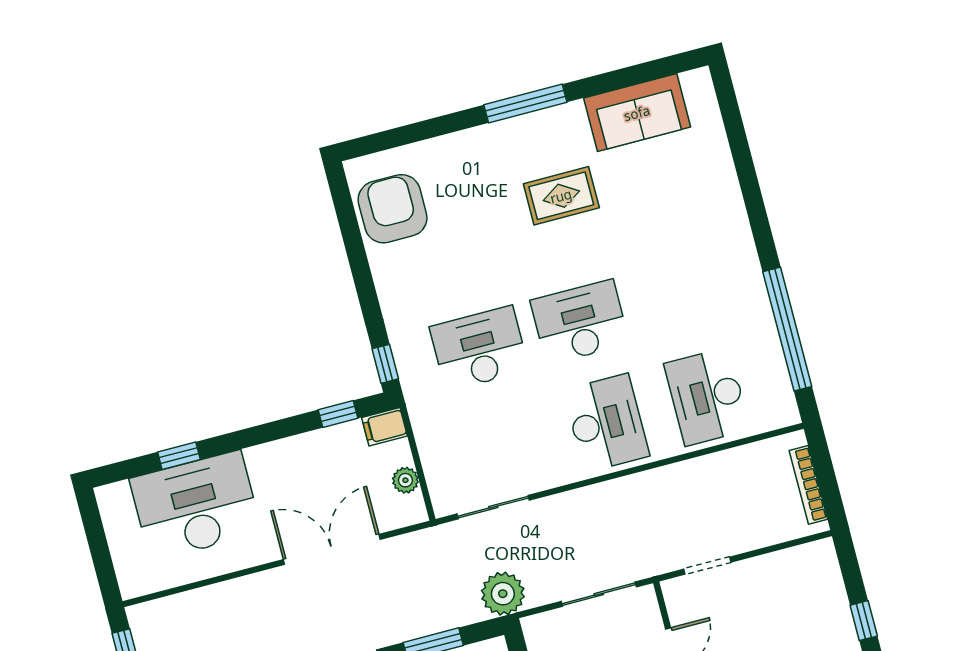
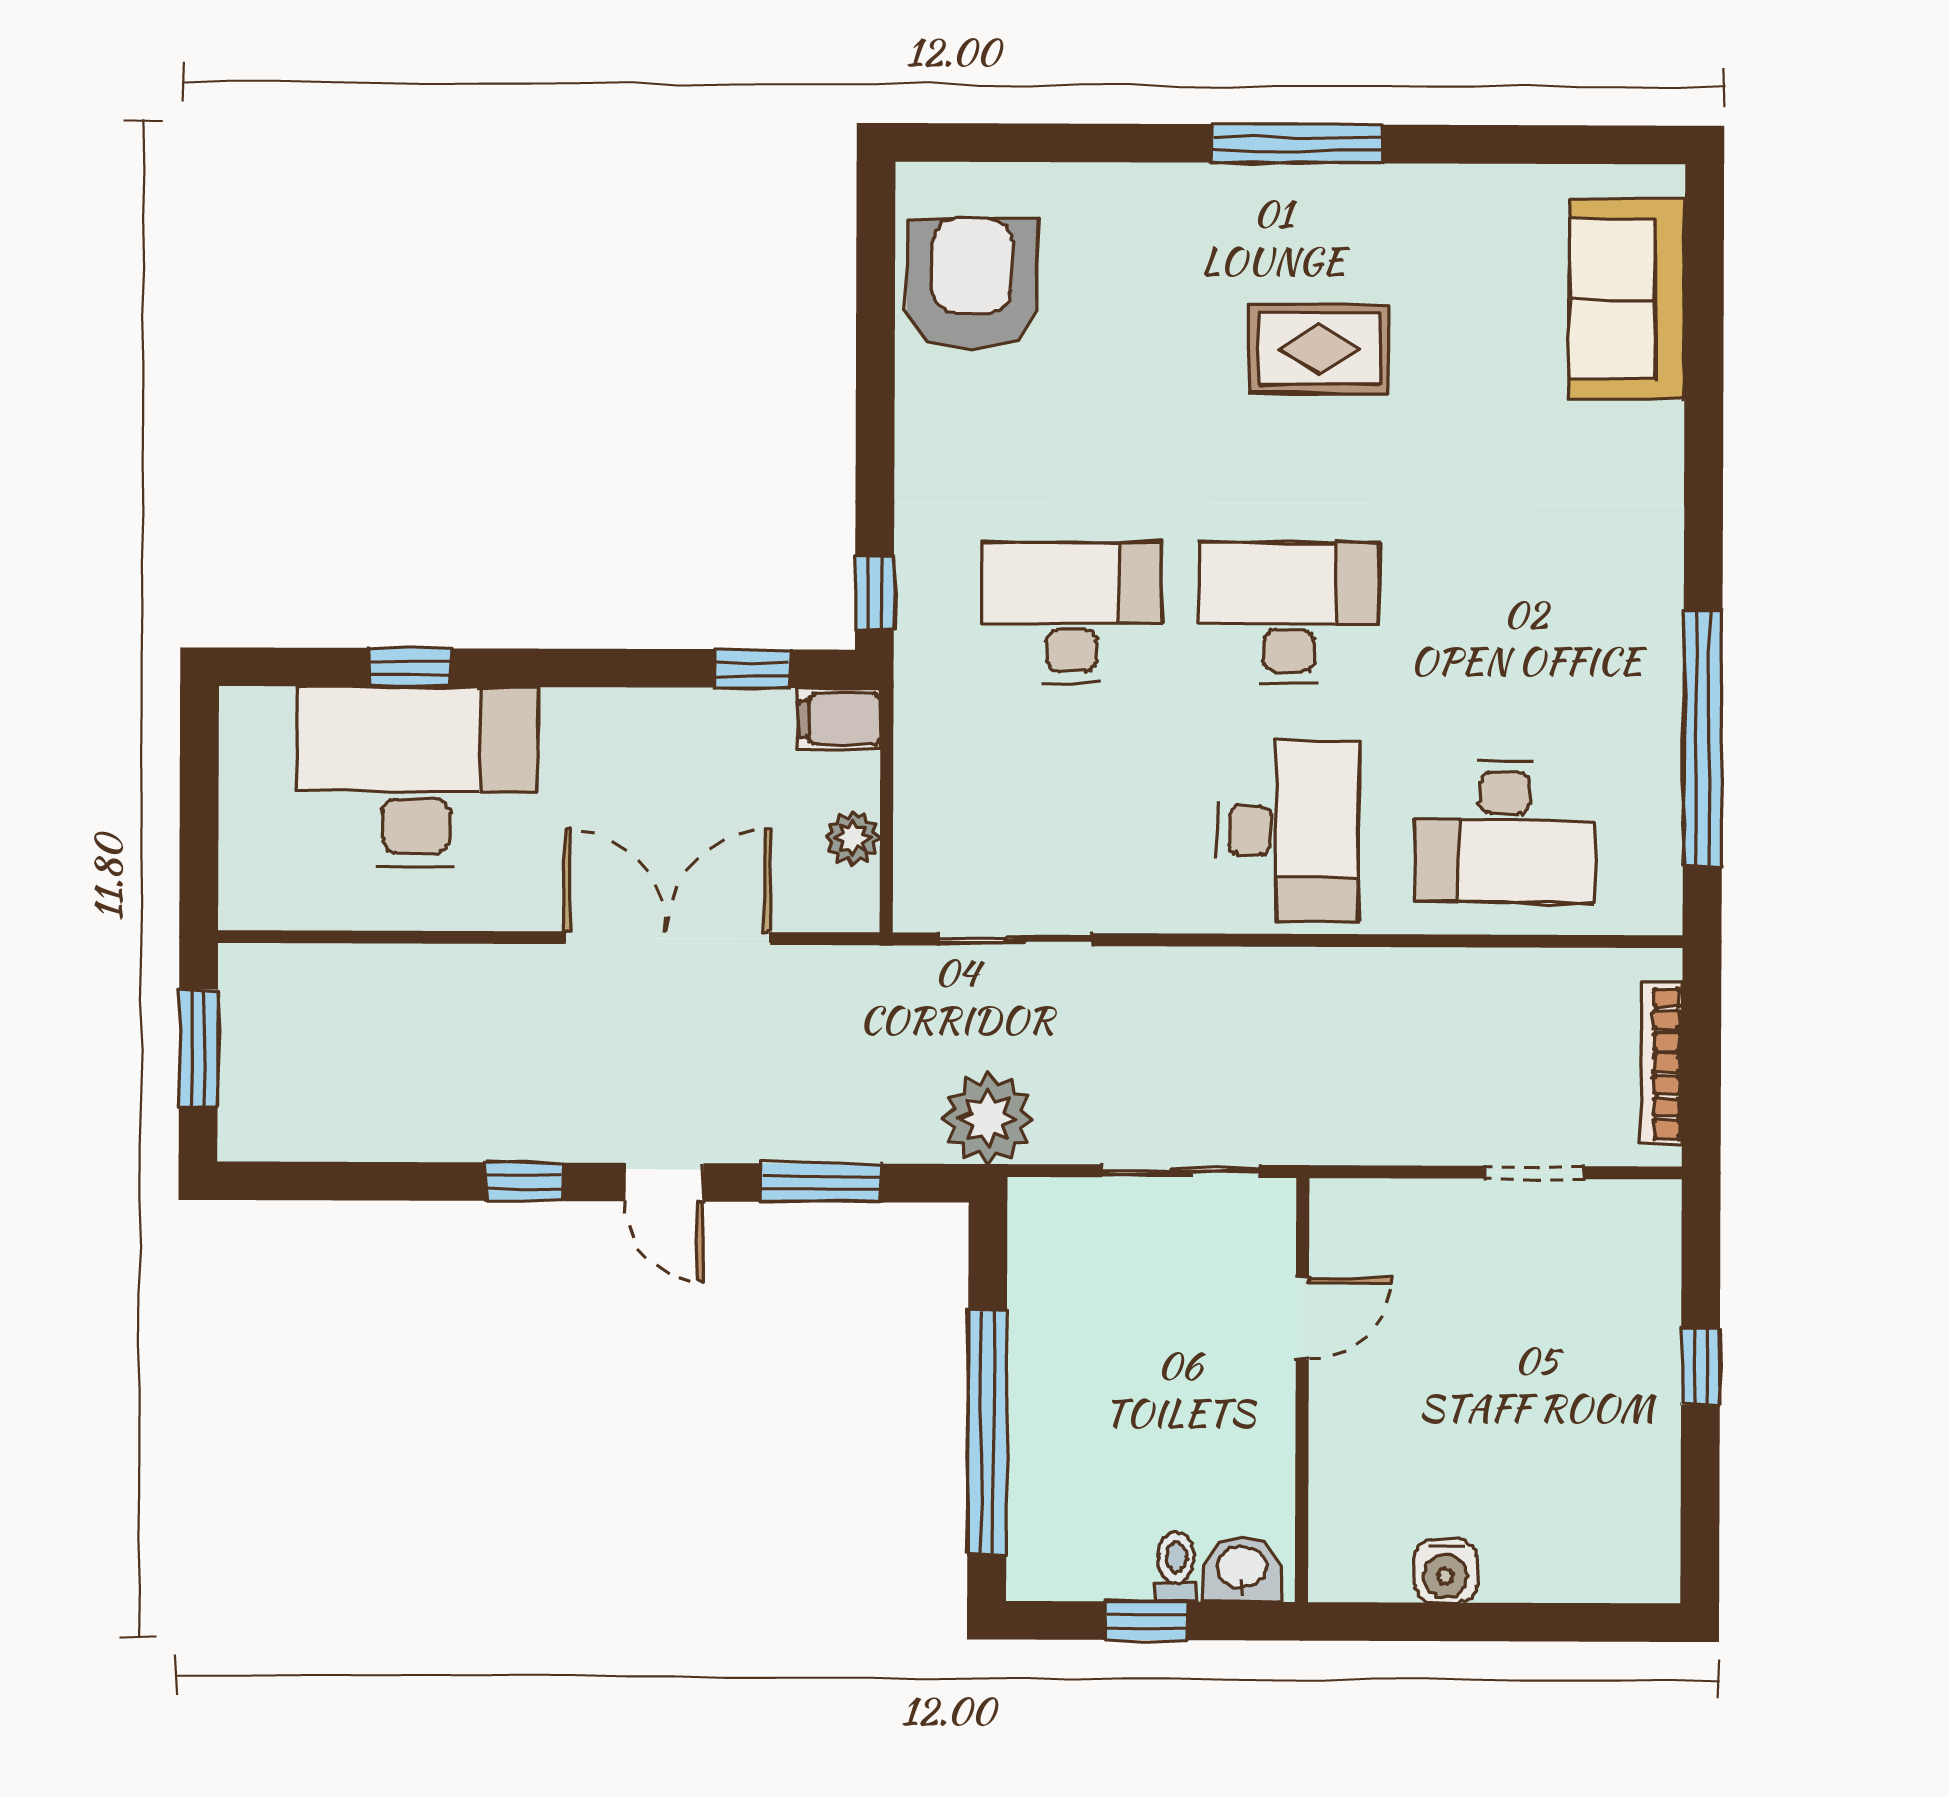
sofa: (637, 113) -> (1627, 299), moved, turned 90
desk: (707, 397) -> (1505, 831), turned -90
doorway: (707, 566) -> (1534, 1172), moved

